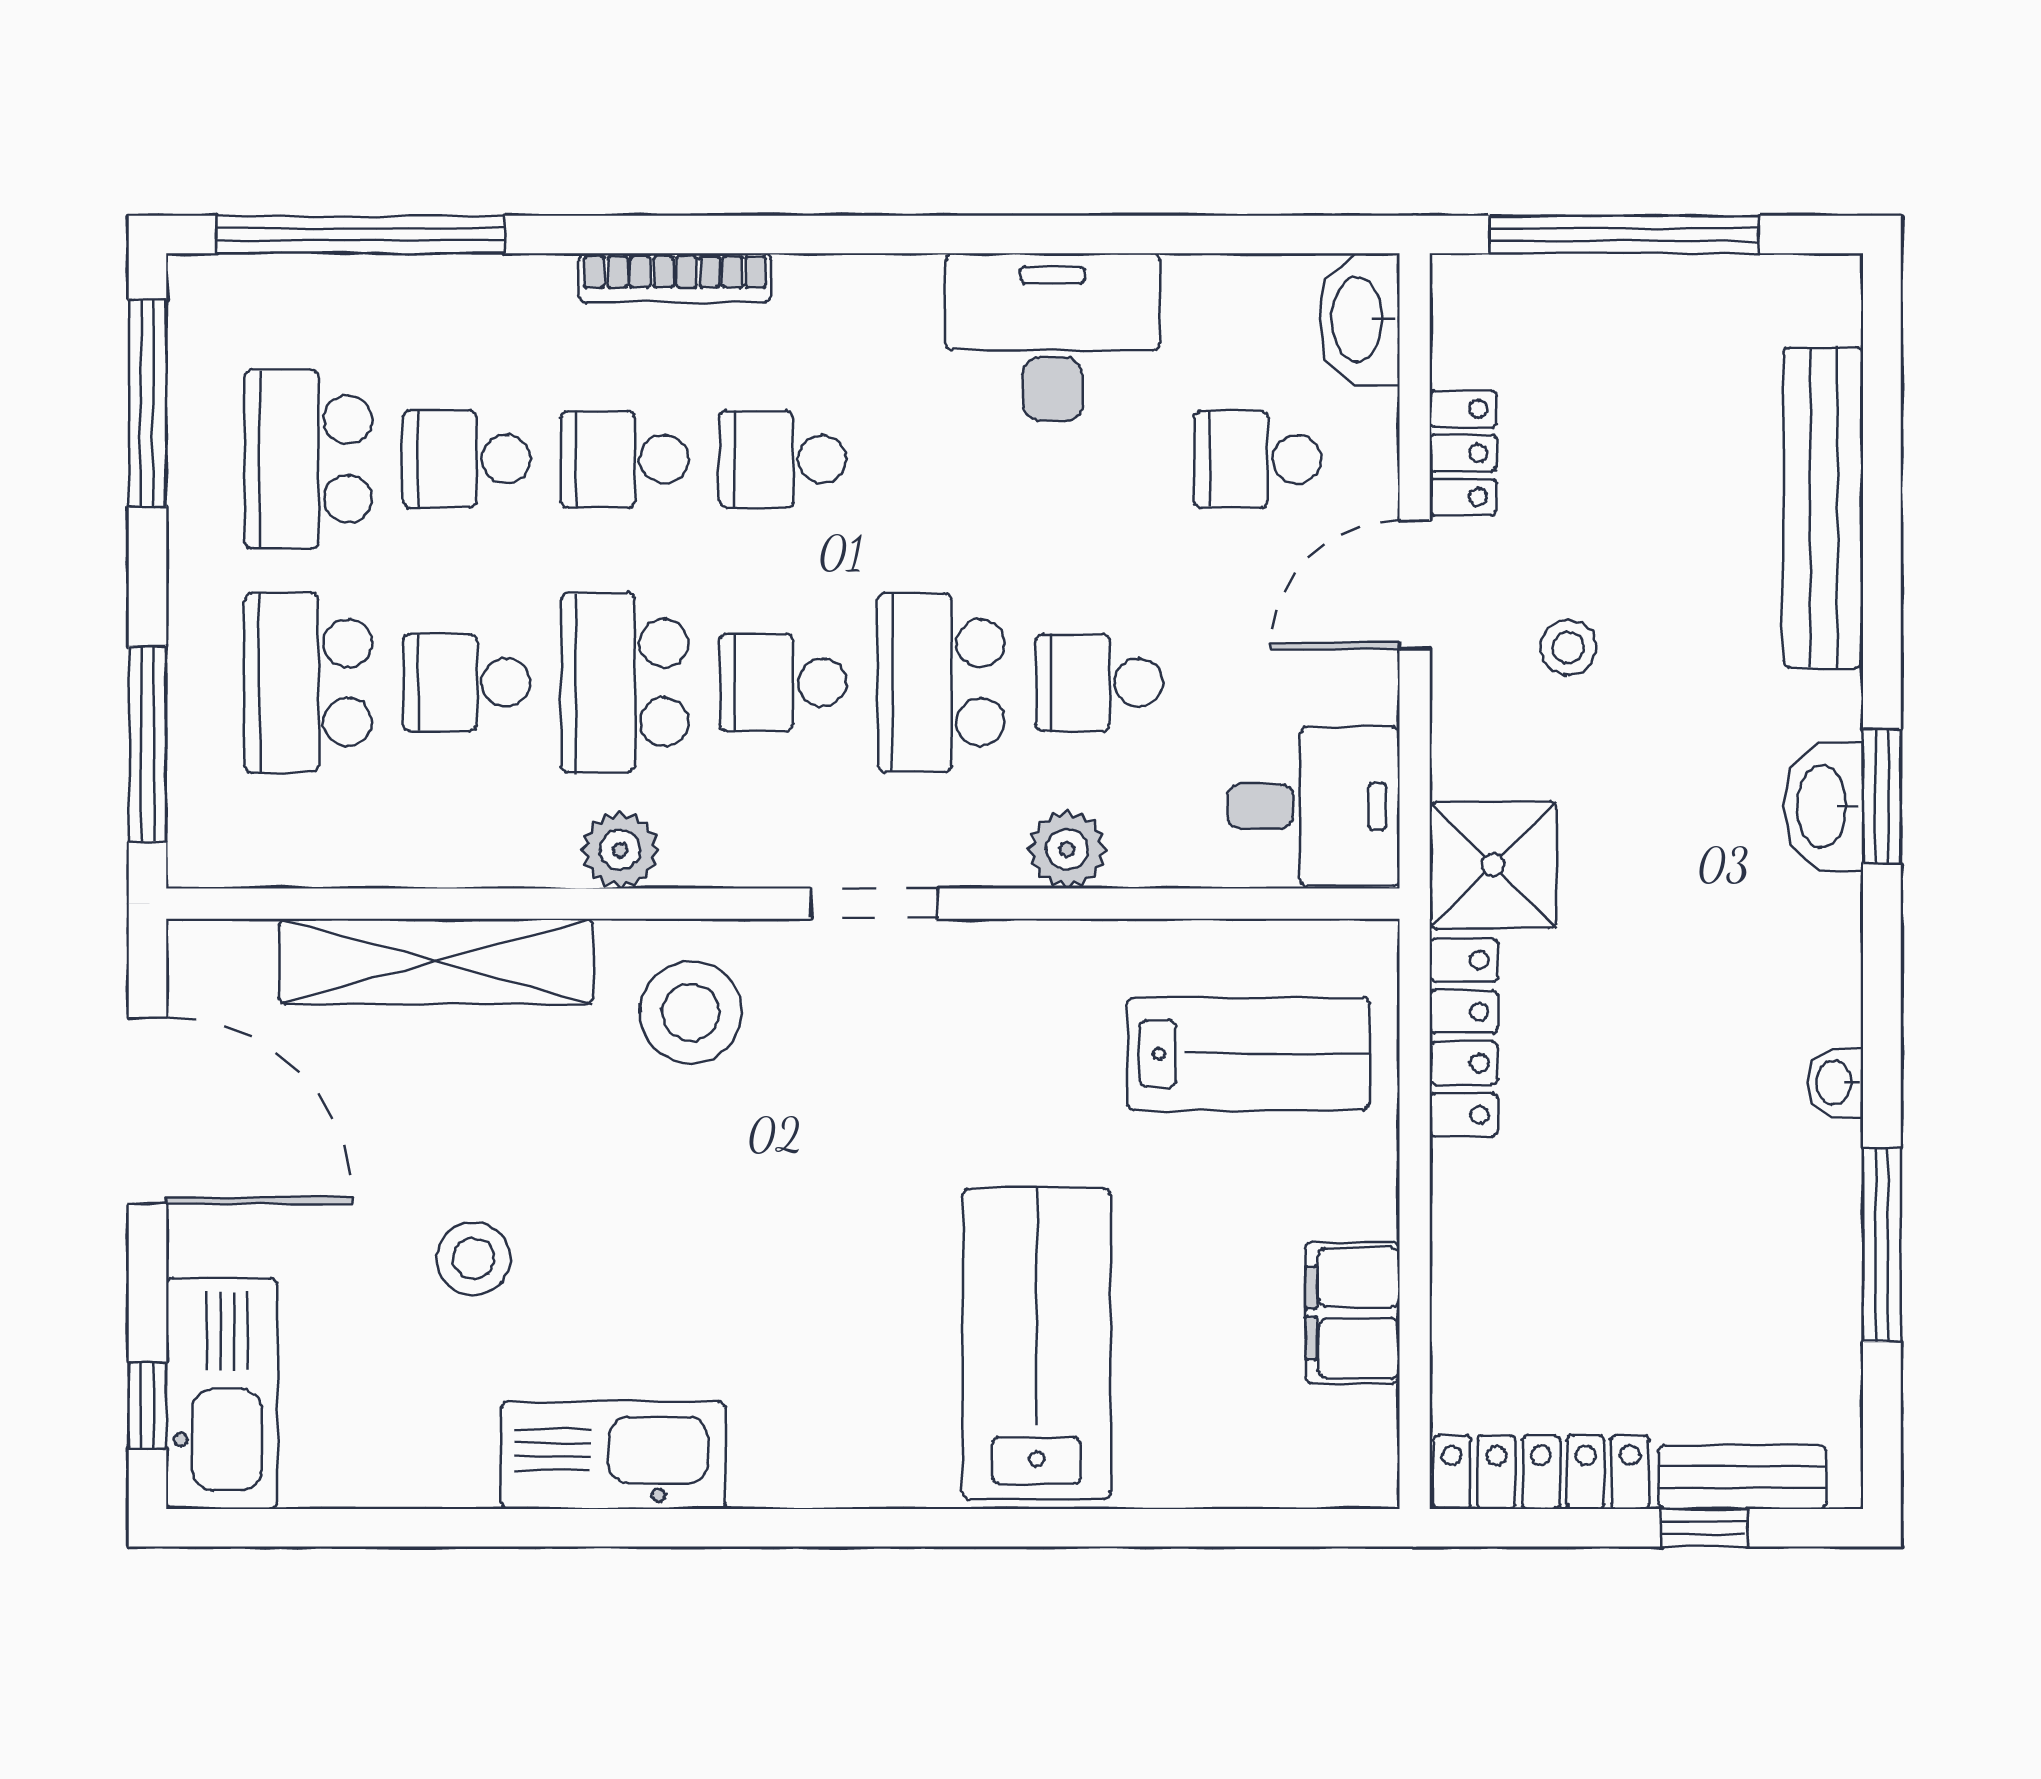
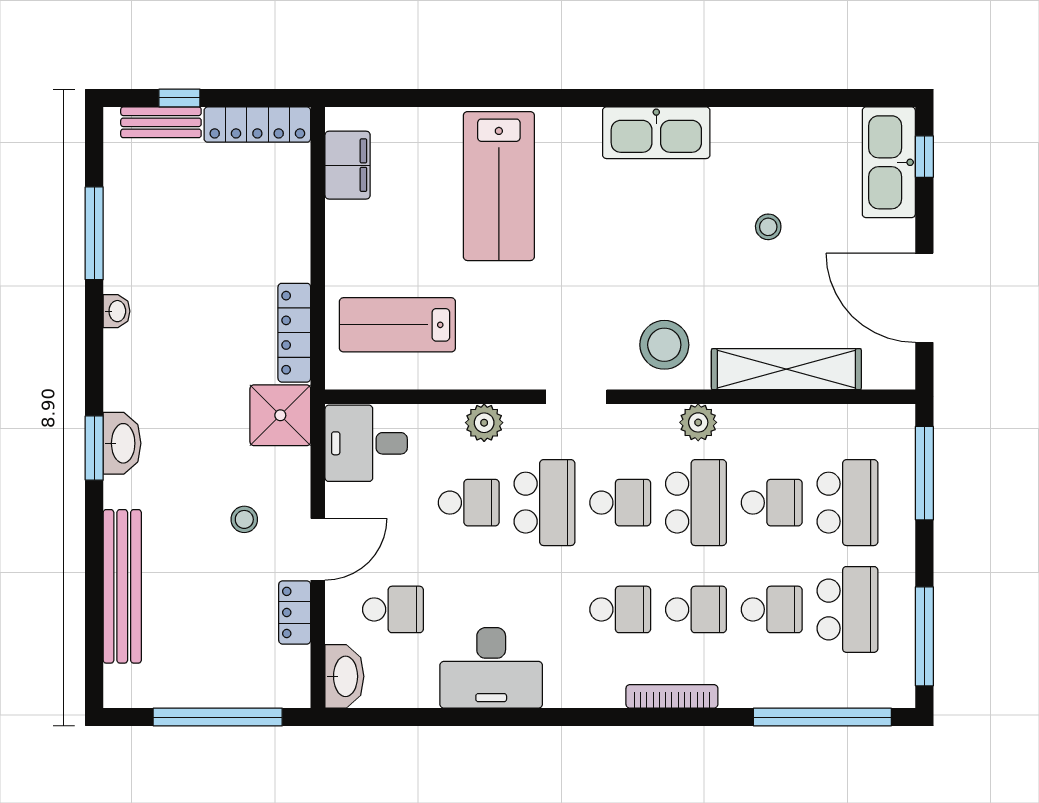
stool: (474, 1259) -> (768, 227), width x0.73, depth x0.73
filing cabinet: (1352, 1313) -> (348, 165), moved
kitchen sink: (613, 1455) -> (656, 133), moved

